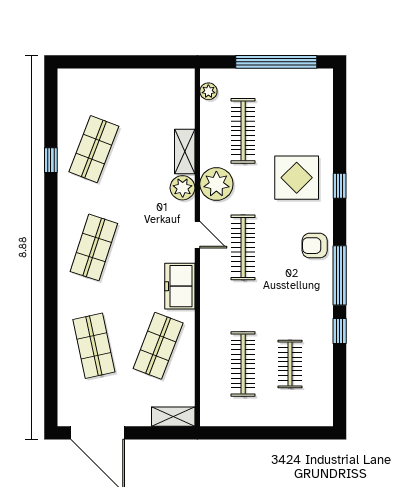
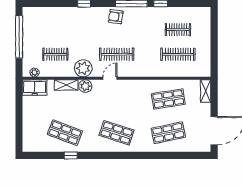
clothes rail: (243, 131) -> (55, 54), width x0.73
display table: (297, 178) -> (80, 26), removed
armchair: (315, 246) -> (116, 17), turned 98
freezer: (180, 286) -> (35, 88), moved
shop shelf: (158, 346) -> (168, 99), turned -30

